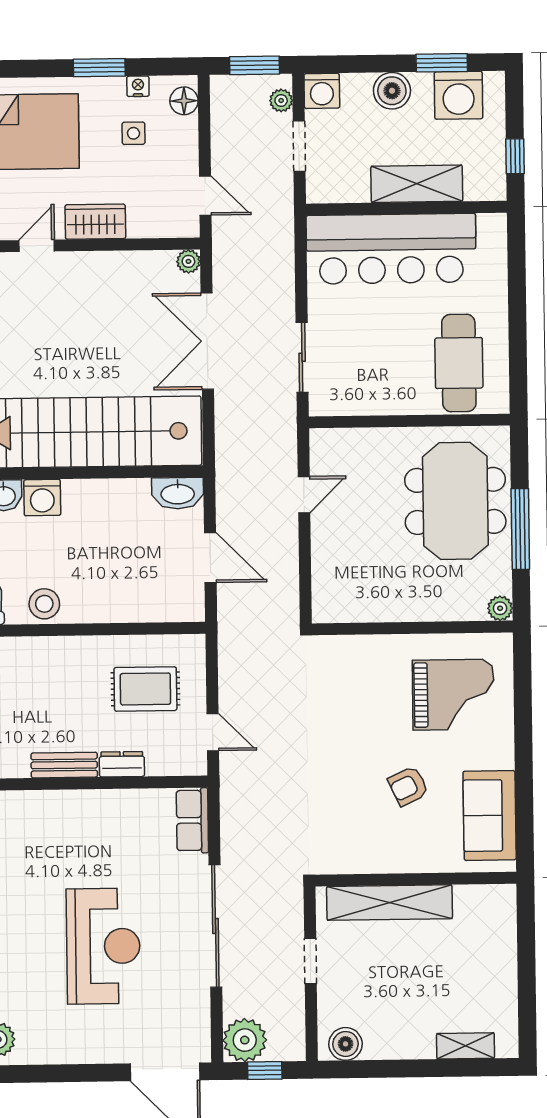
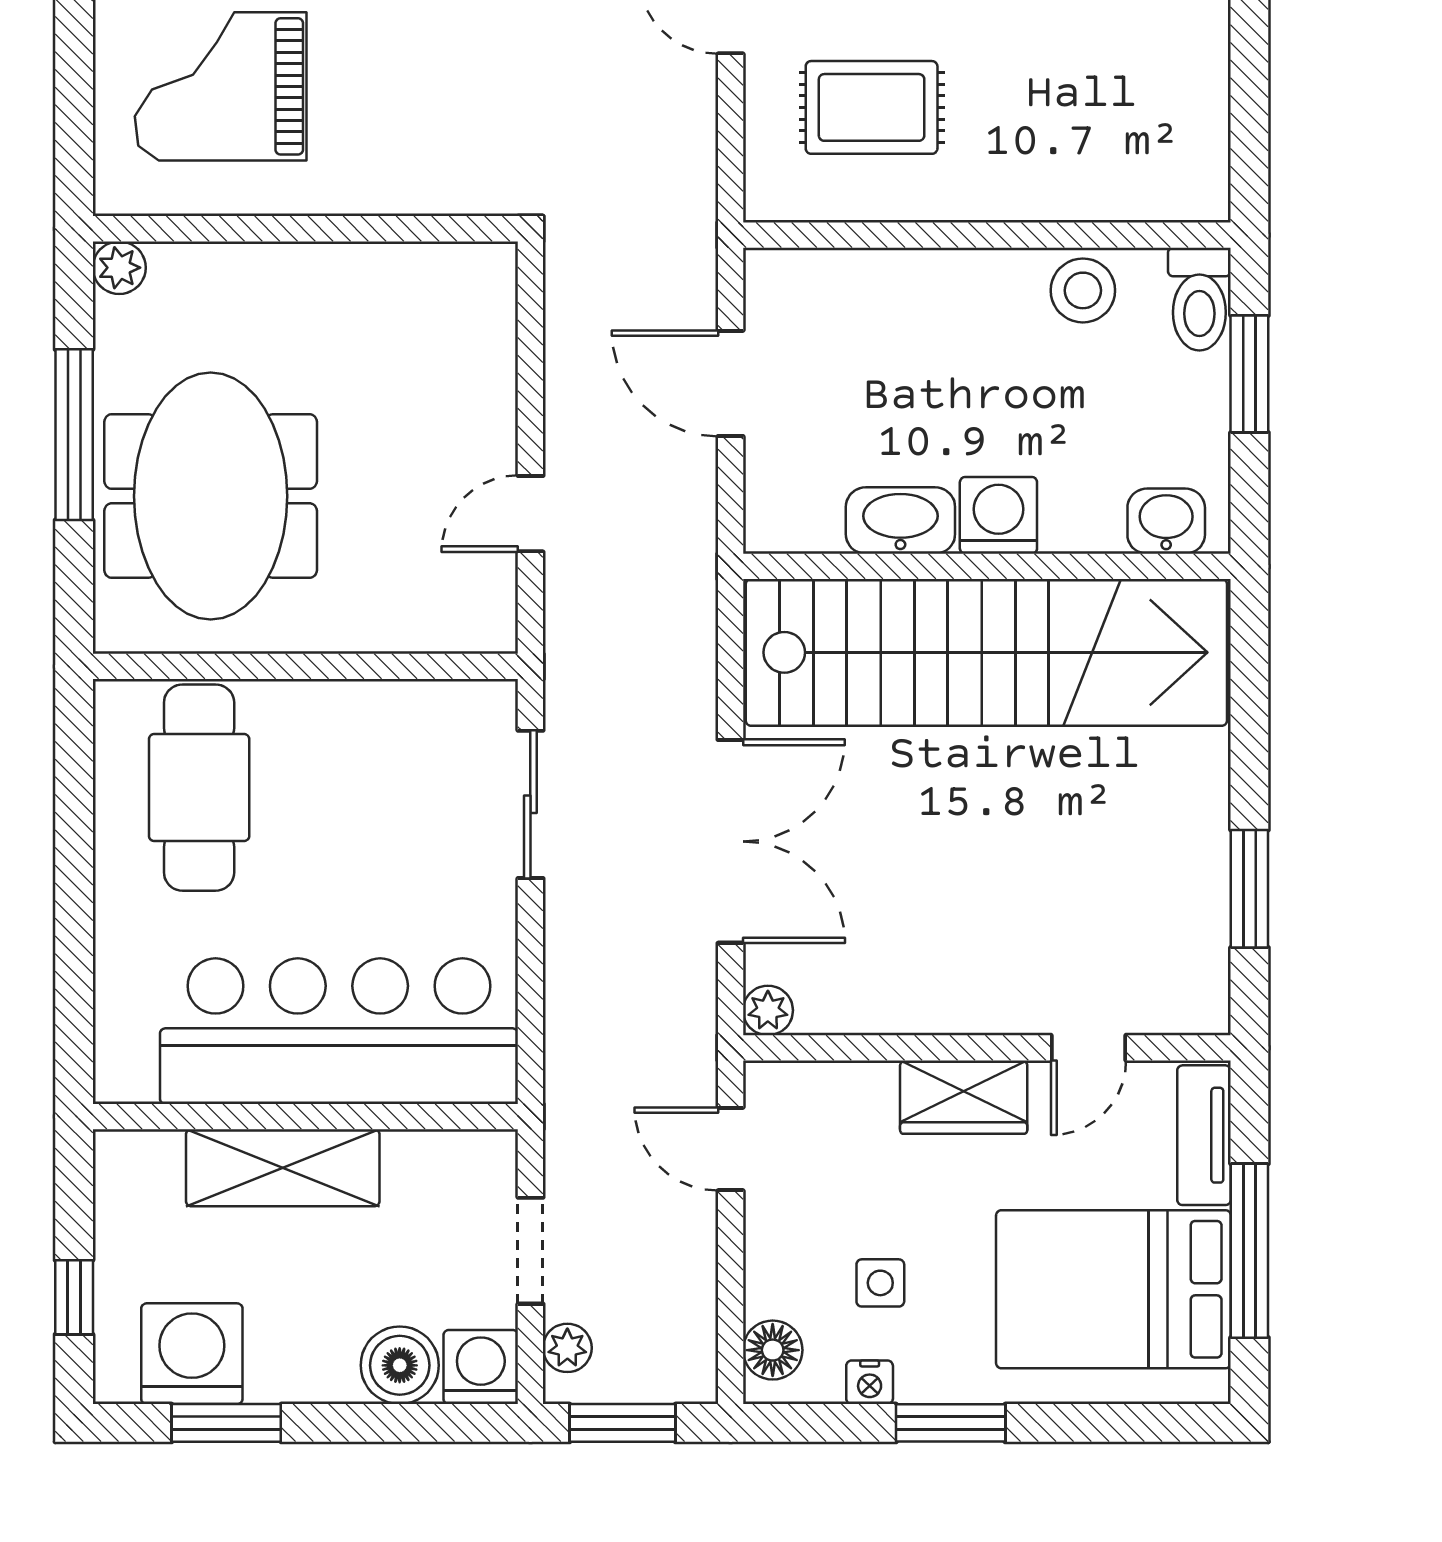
boiler: (392, 91) -> (400, 1365), moved
window: (515, 156) -> (74, 1297), moved
washbasin: (178, 493) -> (900, 521), moved
washing machine: (42, 498) -> (998, 515), moved

